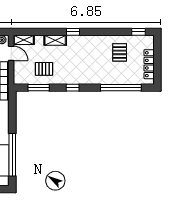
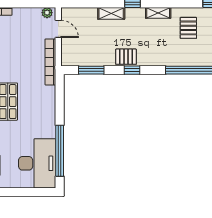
shelving: (24, 40) -> (158, 13), moved
pallet: (44, 69) -> (126, 57), moved

